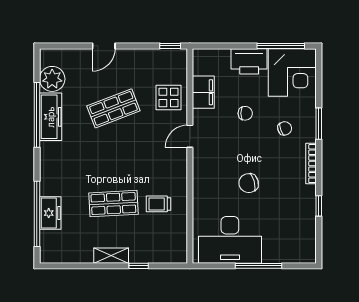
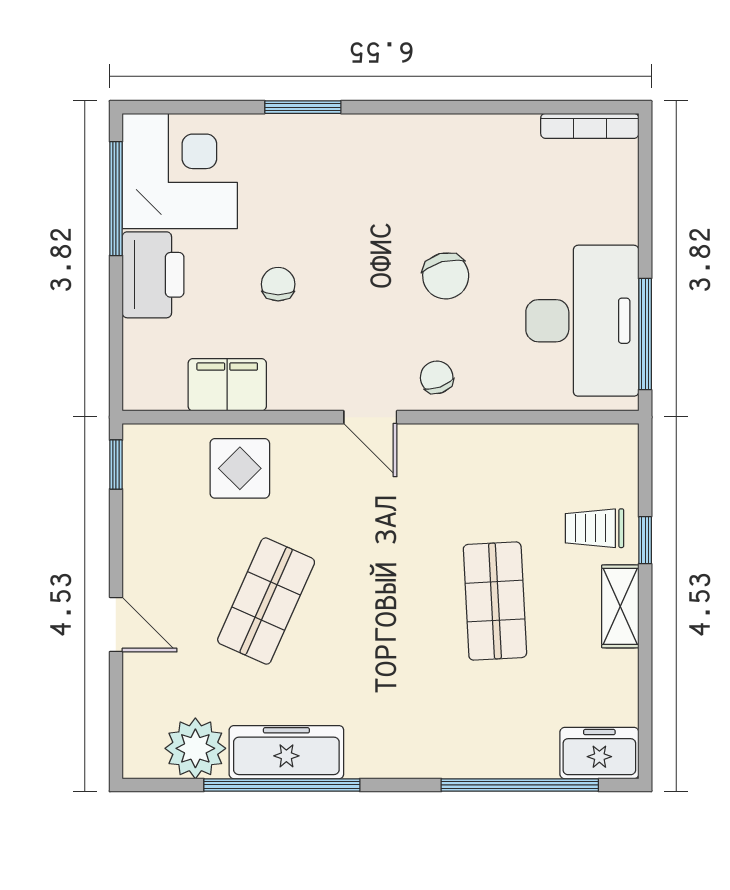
shop shelf: (113, 108) -> (266, 601), turned 45
chair: (285, 128) -> (437, 377), moved
door: (190, 136) -> (370, 417), moved
bookcase: (311, 164) -> (590, 126), moved
trolley: (158, 204) -> (594, 528), moved, turned 90
window: (319, 206) -> (500, 107), removed
freezer: (50, 213) -> (599, 753), moved
window: (258, 266) -> (645, 334), moved

